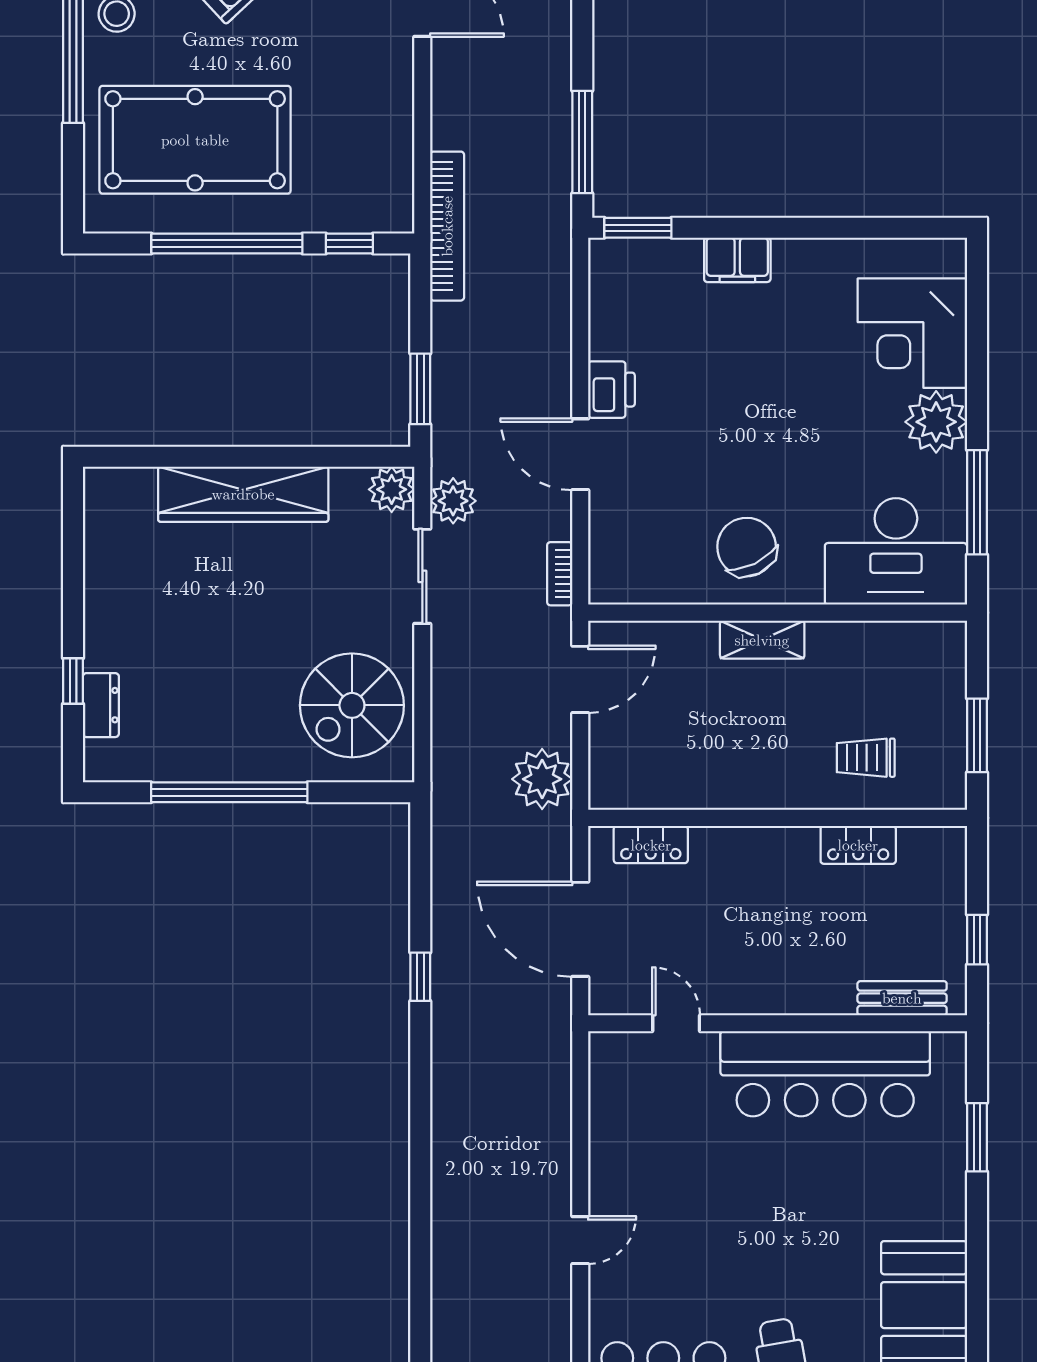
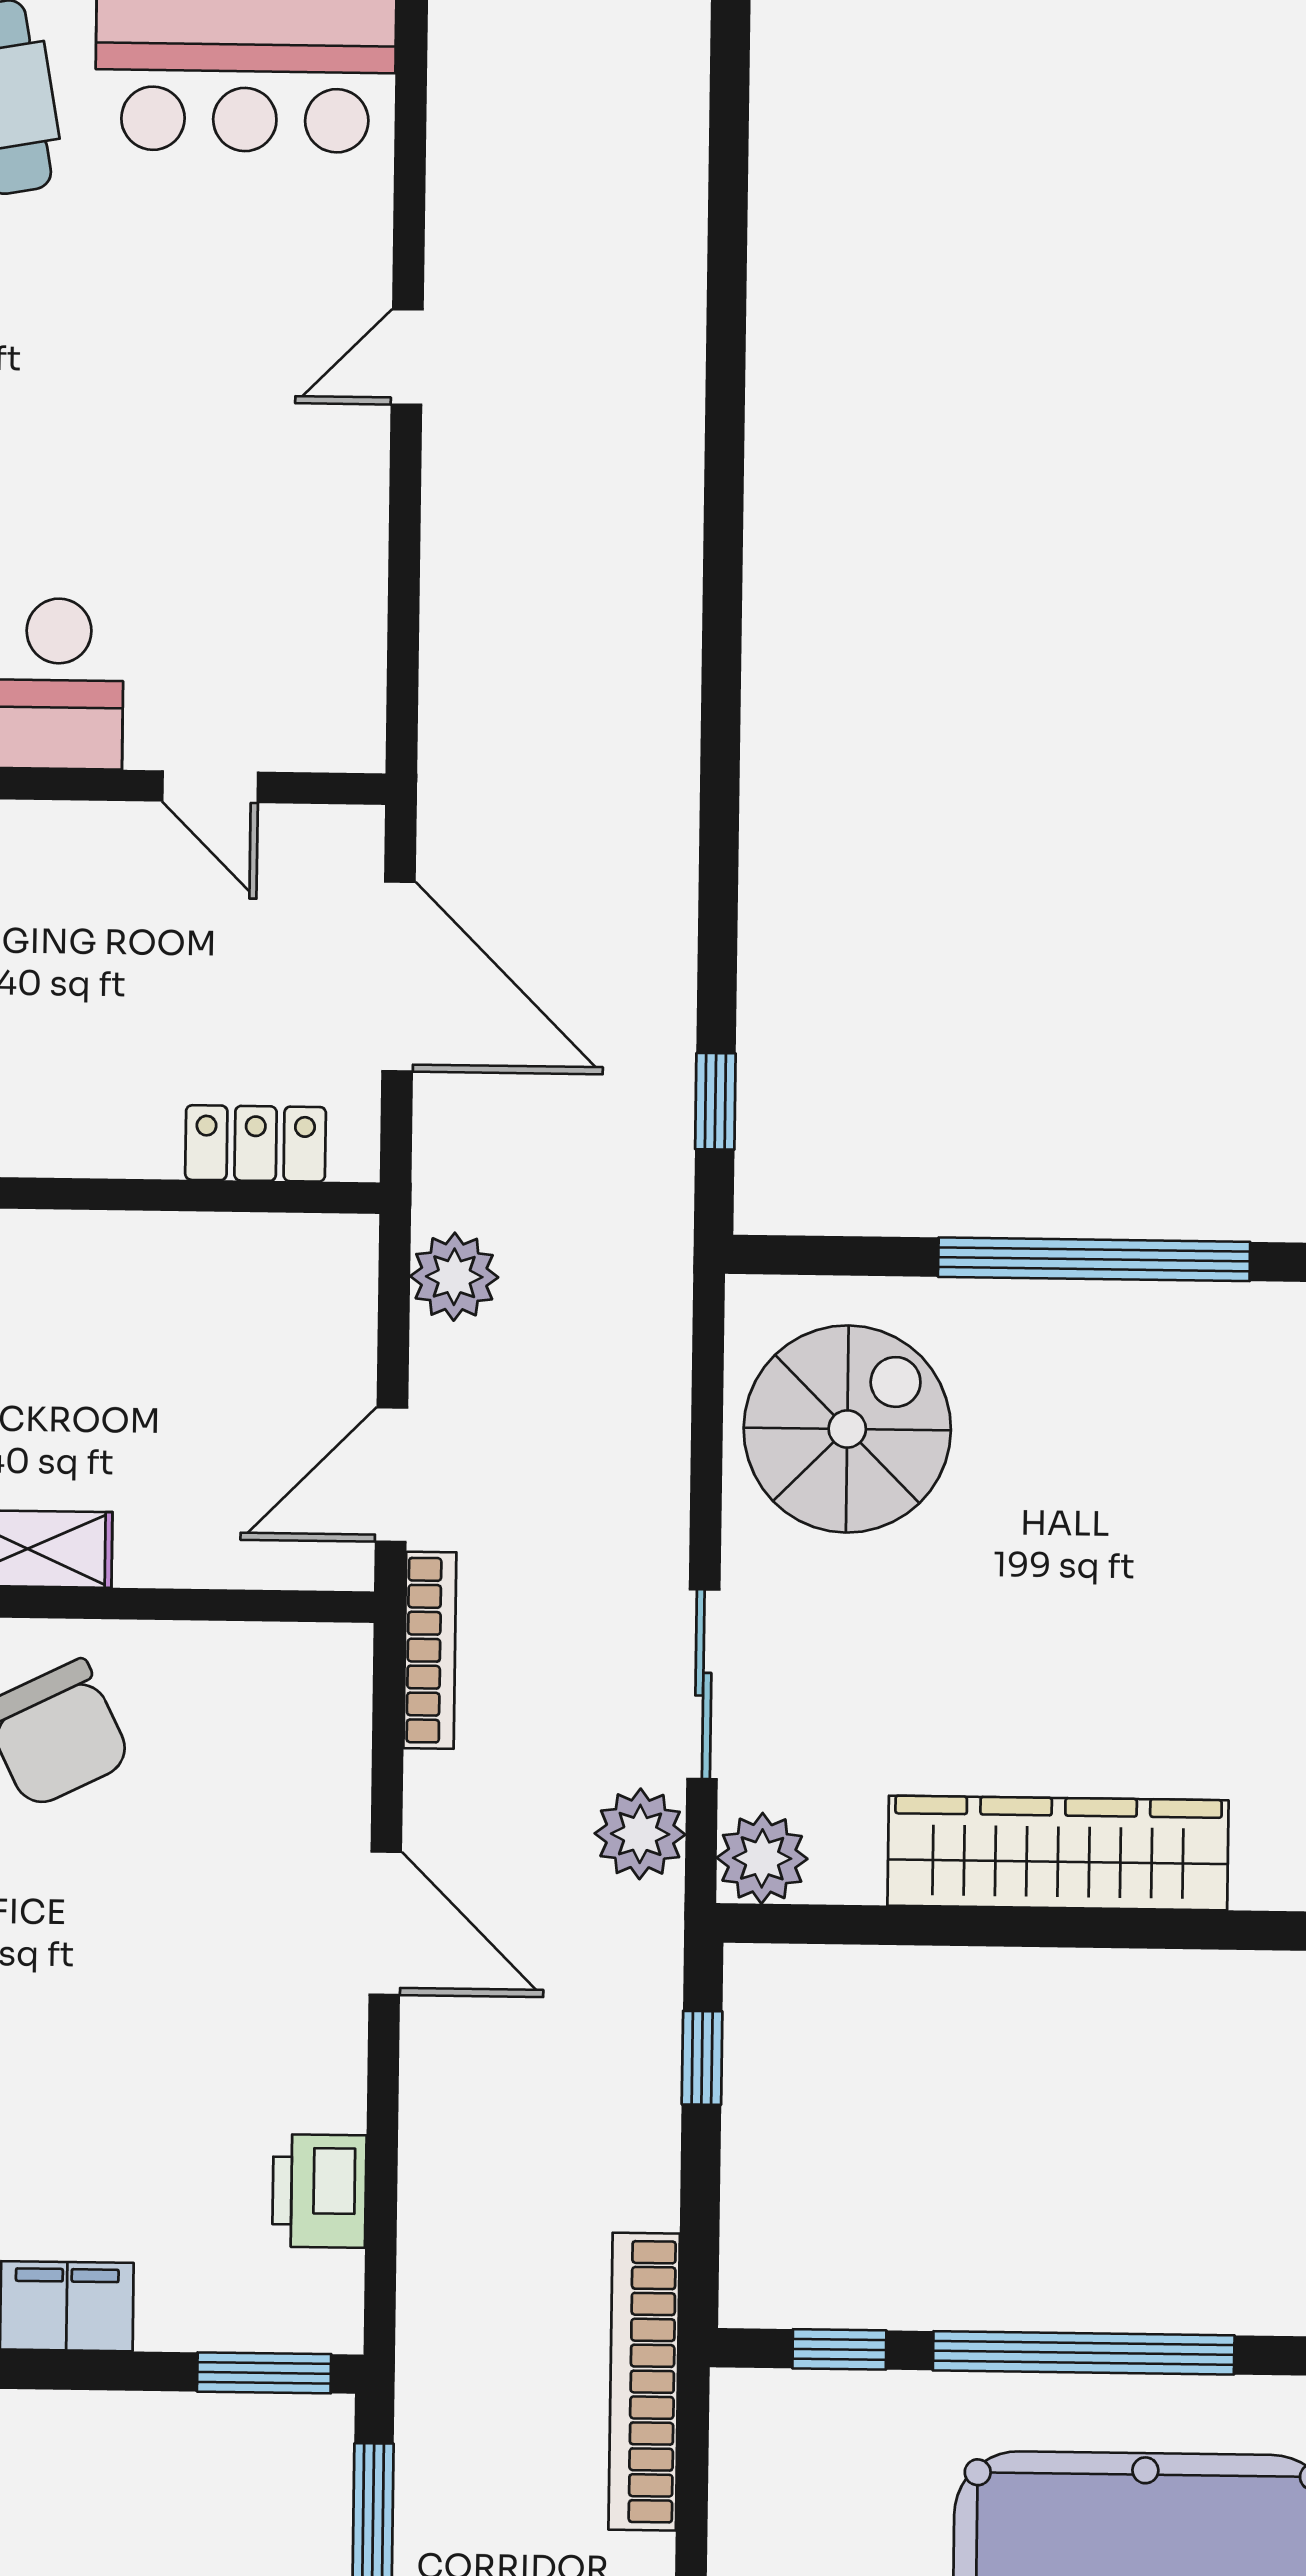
window: (420, 389) -> (702, 2058), width x0.67
printer: (611, 390) -> (319, 2191), moved
bookcase: (560, 574) -> (430, 1650), width x1.56
plant: (542, 779) -> (454, 1277), width x0.73, depth x0.73
window: (420, 977) -> (715, 1101), moved

